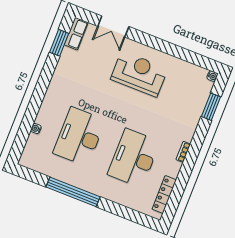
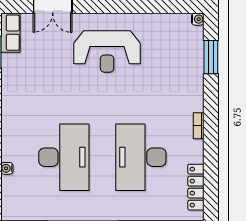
reception desk: (139, 74) -> (107, 52), turned 180
desk: (79, 137) -> (64, 157), turned 180

